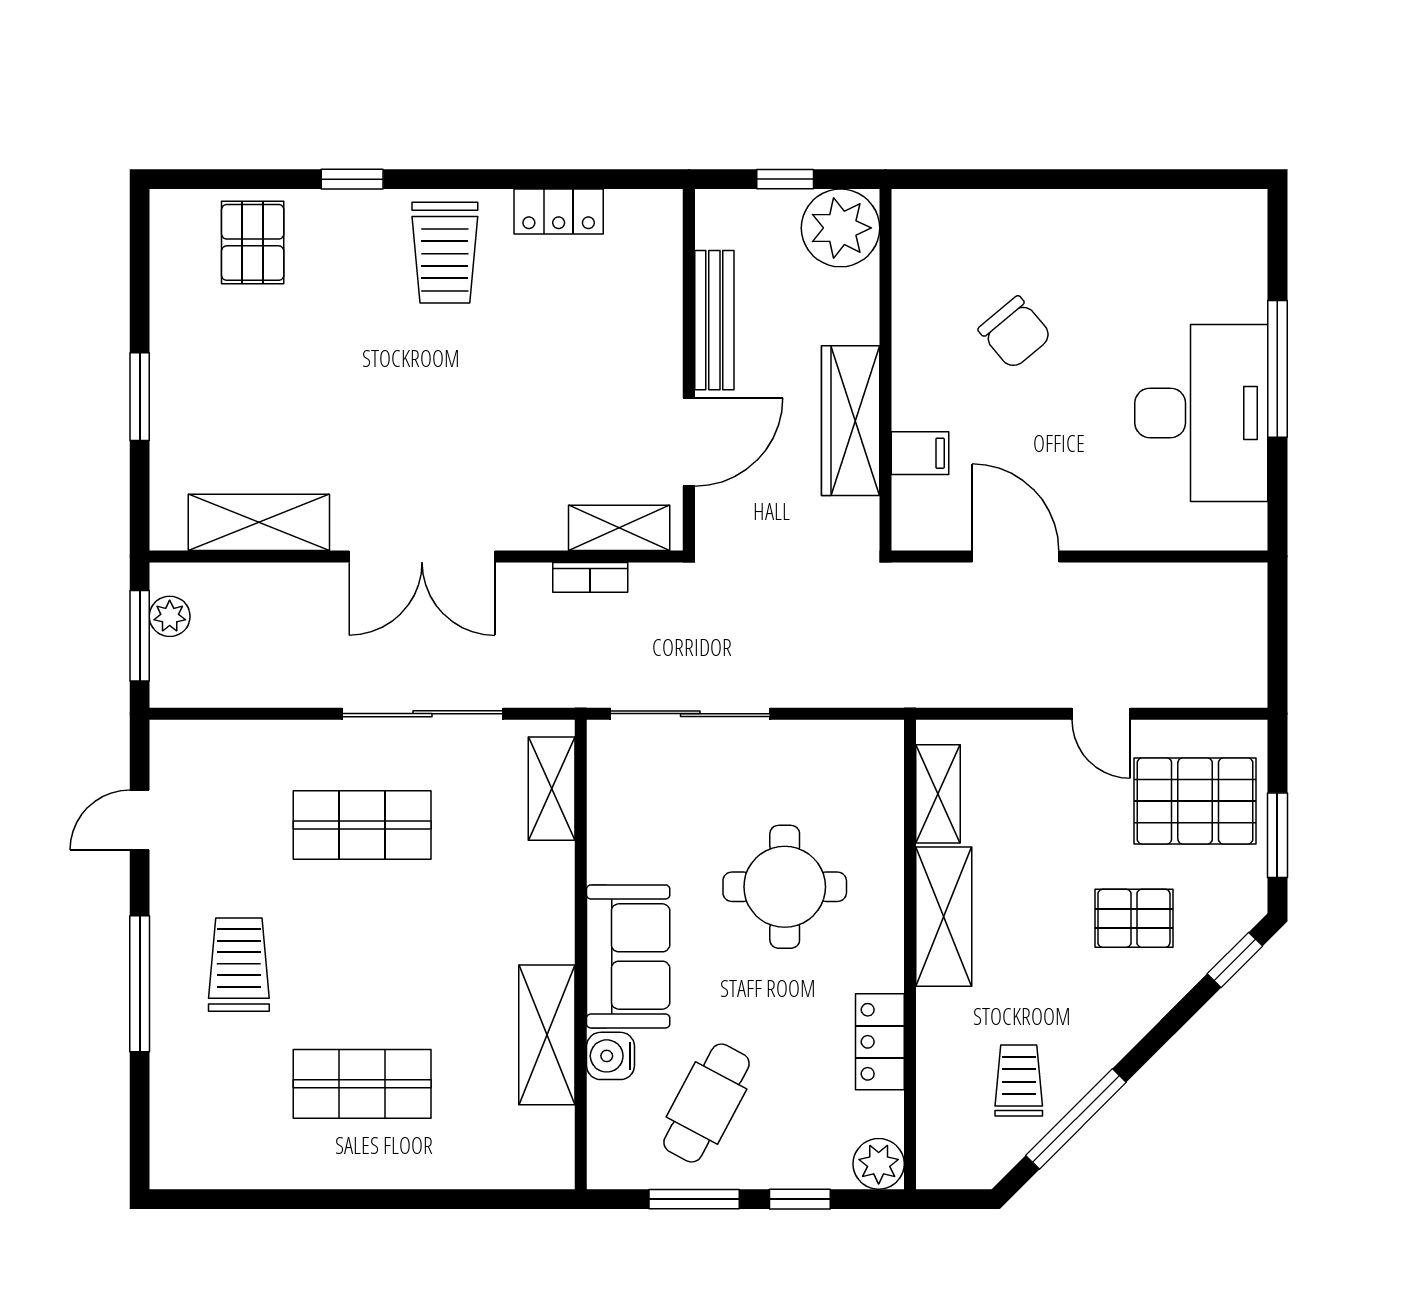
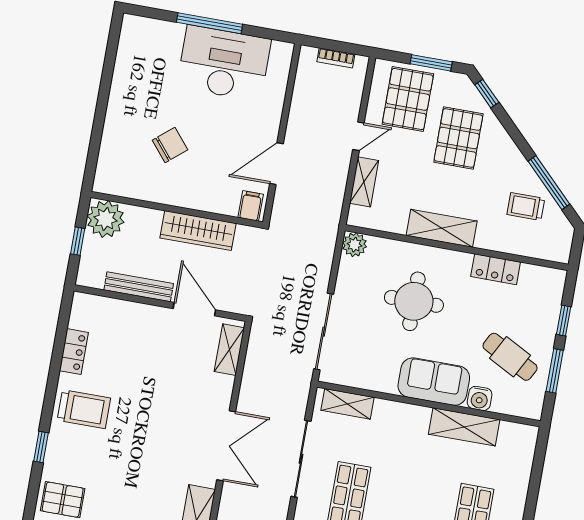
filing cabinet: (920, 453) -> (251, 206), moved
bookcase: (590, 577) -> (336, 58), moved, turned 90
shelving: (938, 794) -> (364, 182), moved, turned 90
pallet: (1134, 918) -> (458, 138), width x1.50, depth x1.42
plant: (879, 1164) -> (354, 245), moved

